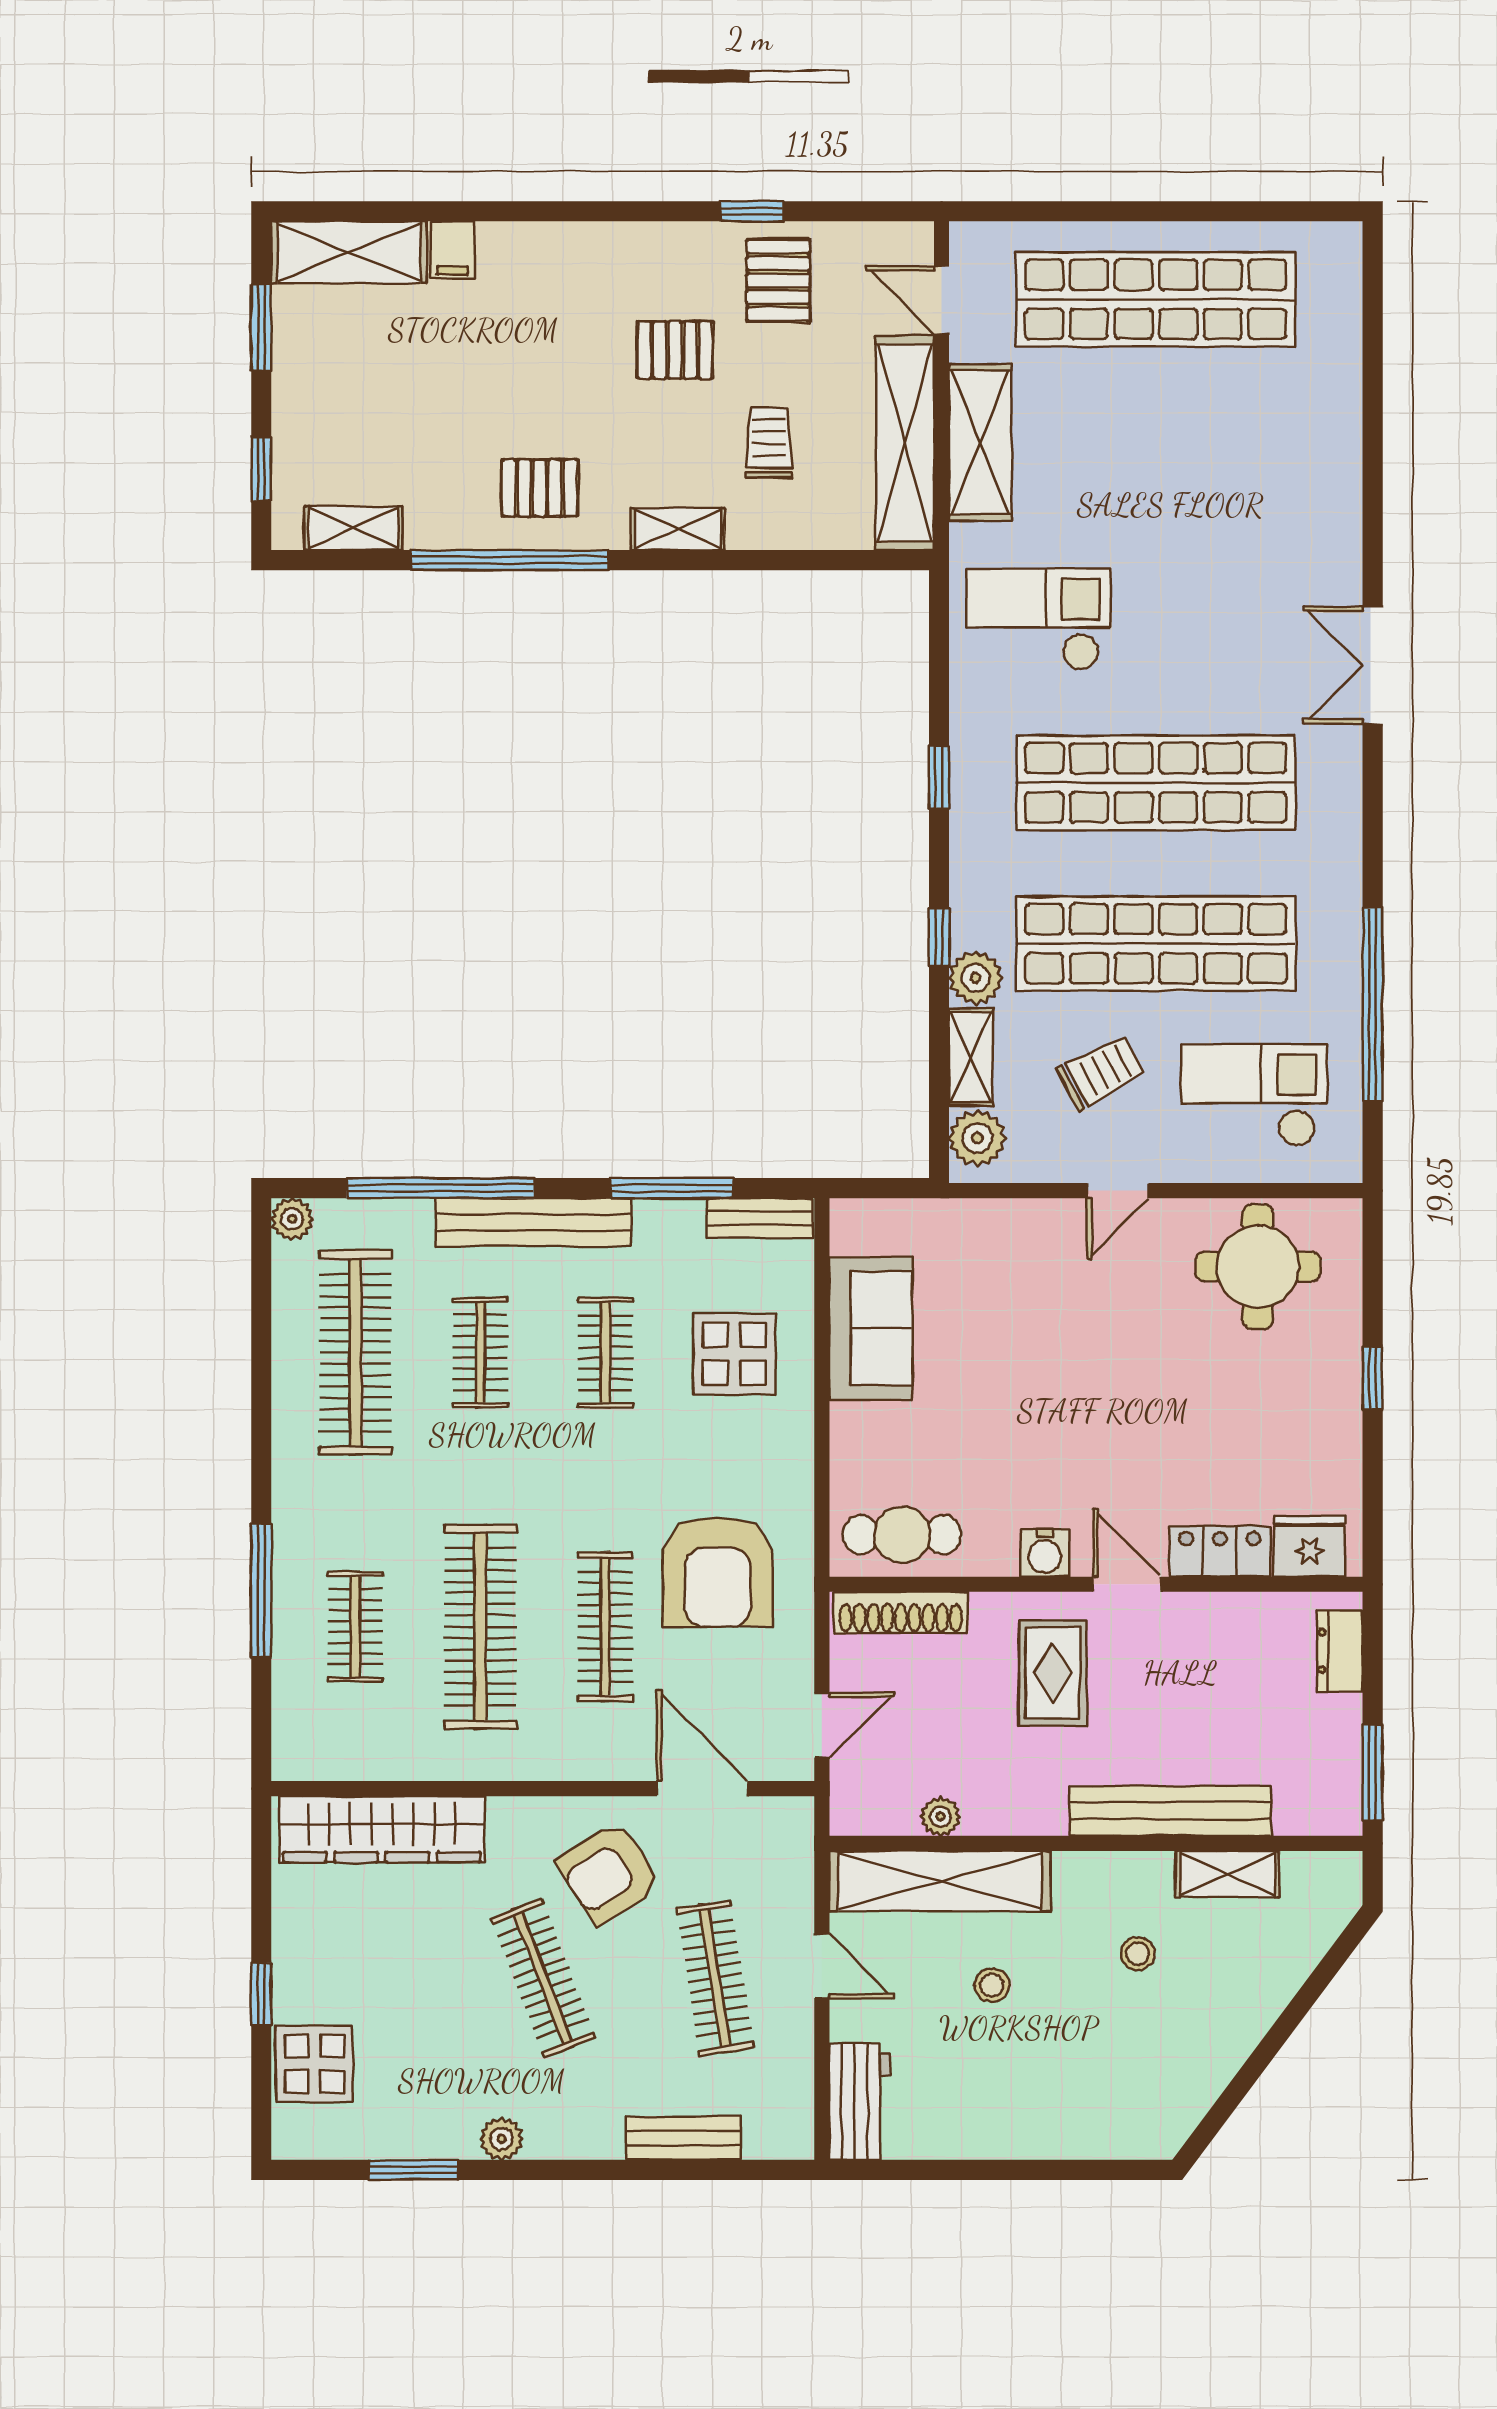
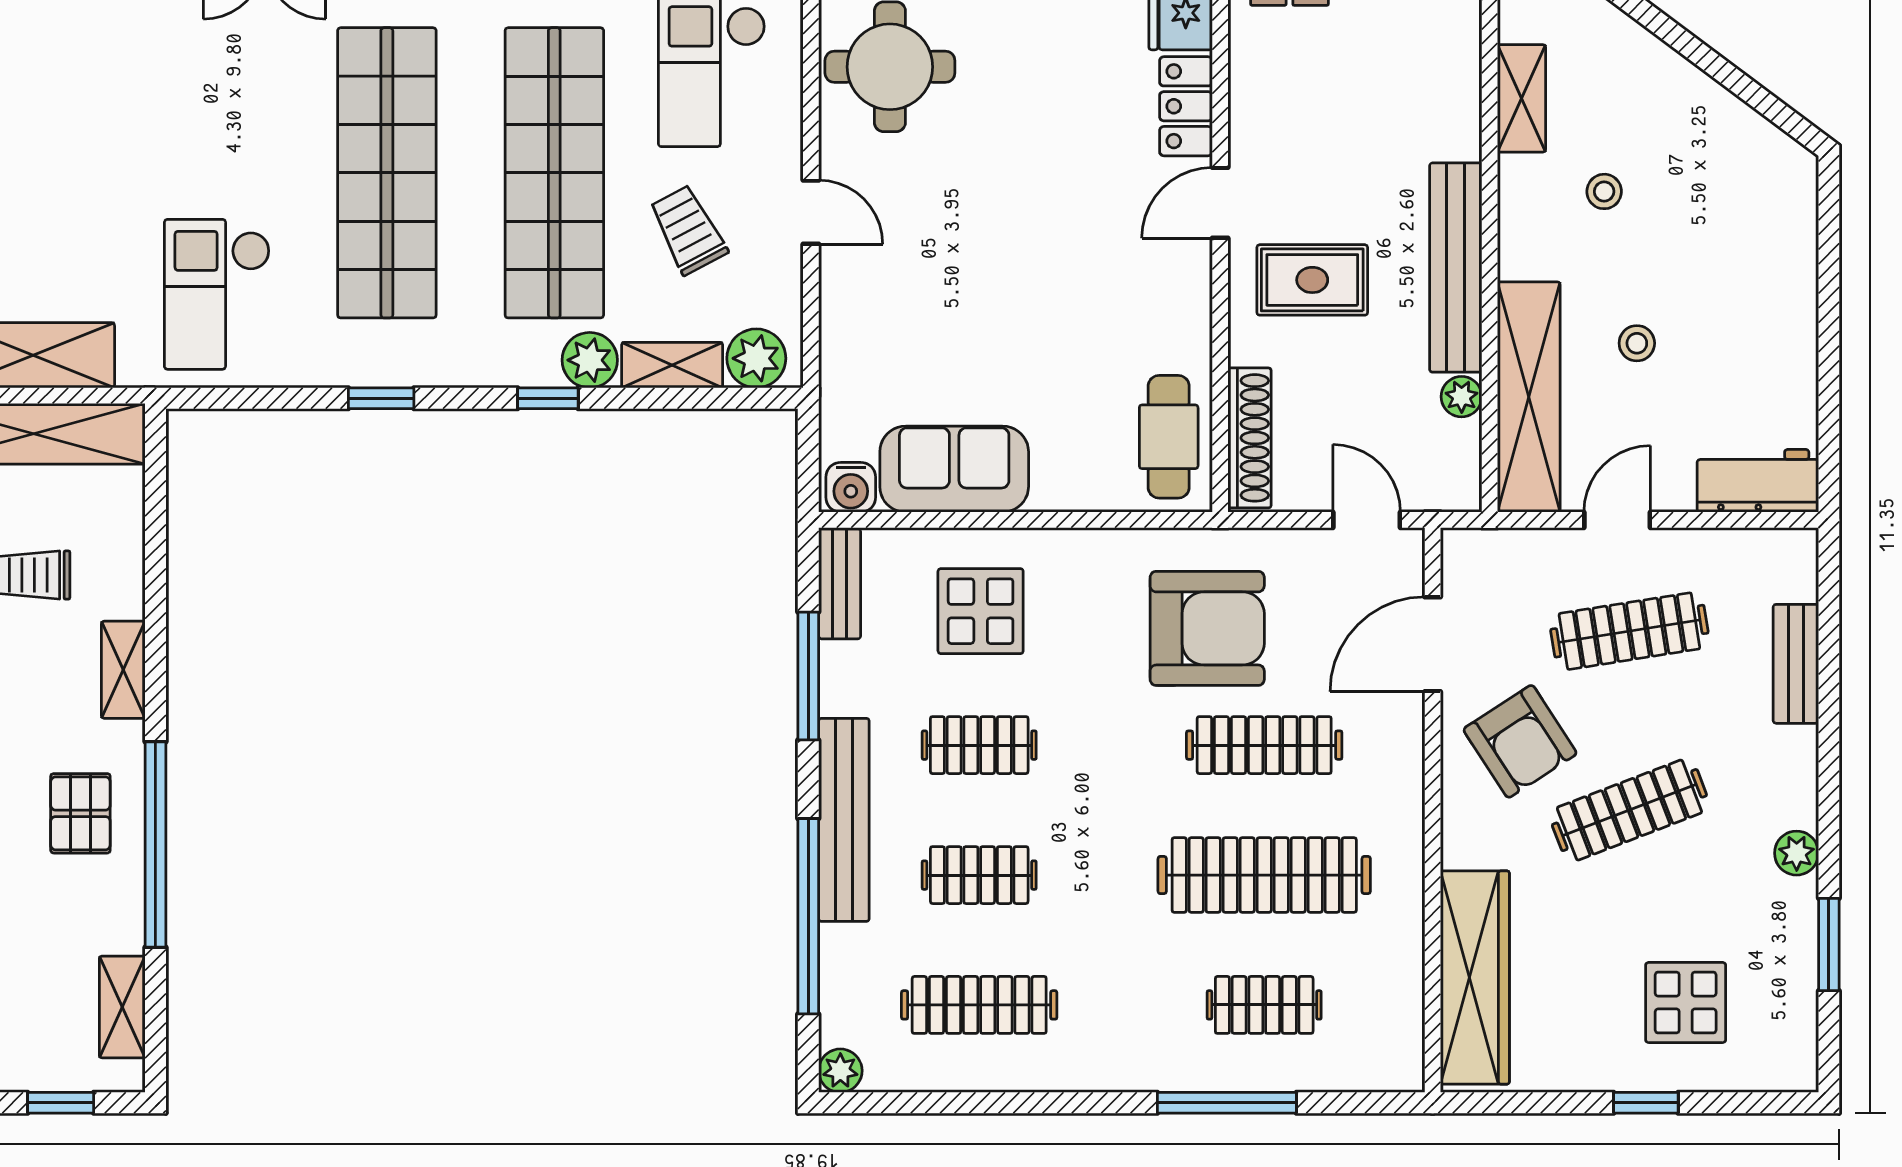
clothes rail: (355, 1352) -> (979, 1005), width x0.73, depth x0.76
water cooler: (1045, 1553) -> (851, 487), moved, turned 90
bench: (1170, 1811) -> (1456, 268), moved
display table: (314, 2064) -> (1686, 1002), moved

